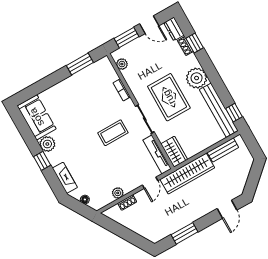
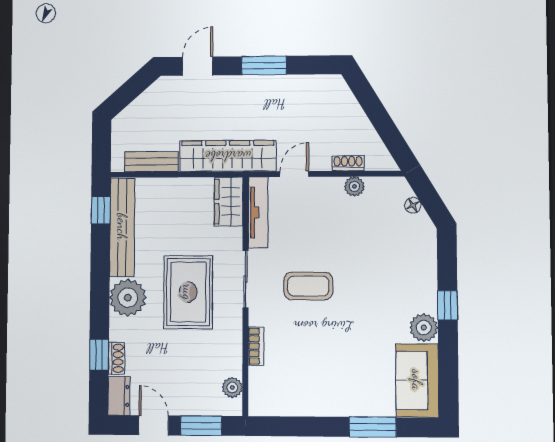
window: (80, 64) -> (373, 427), moved
fireplace: (65, 178) -> (426, 258), removed
window: (184, 233) -> (264, 65), moved

